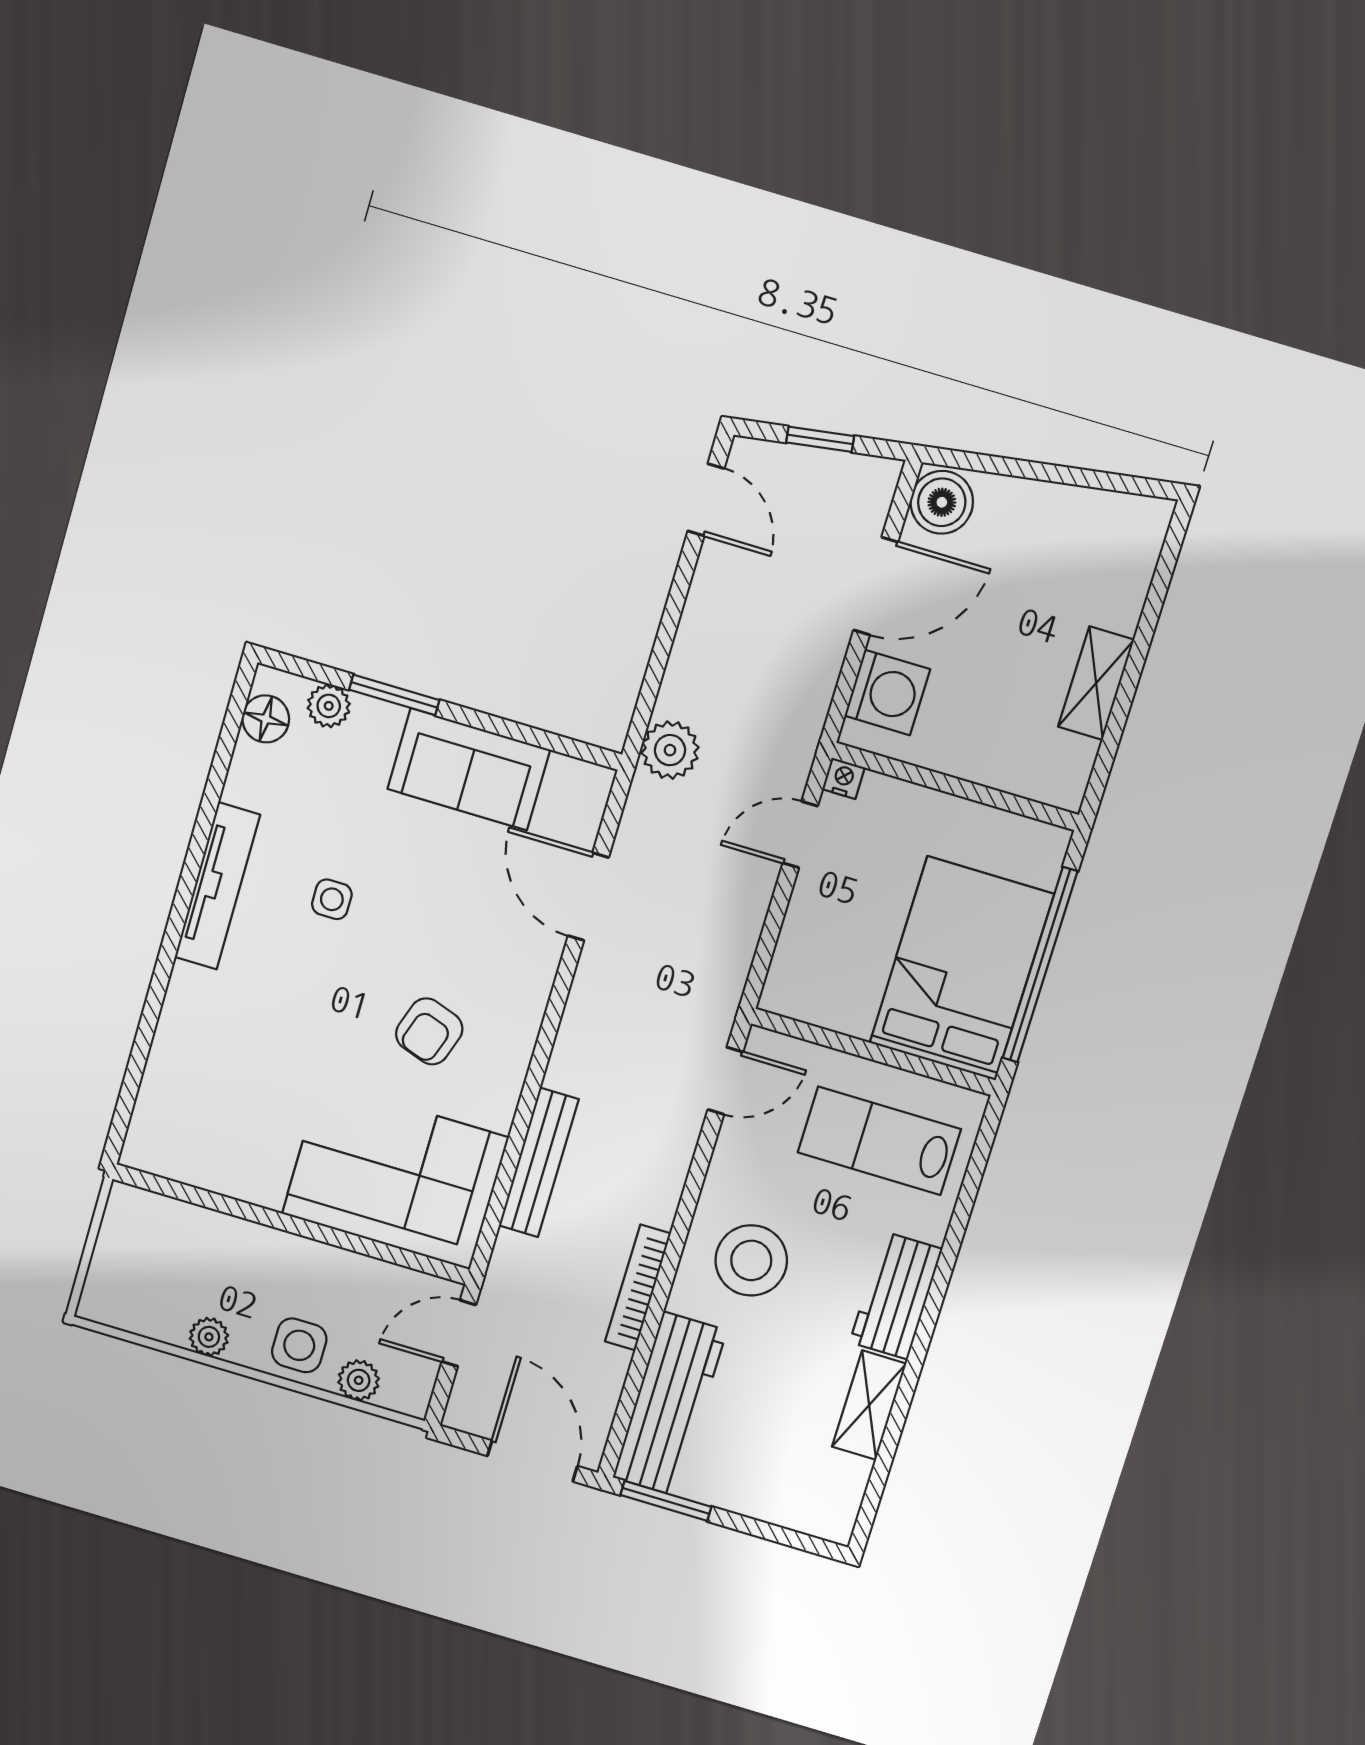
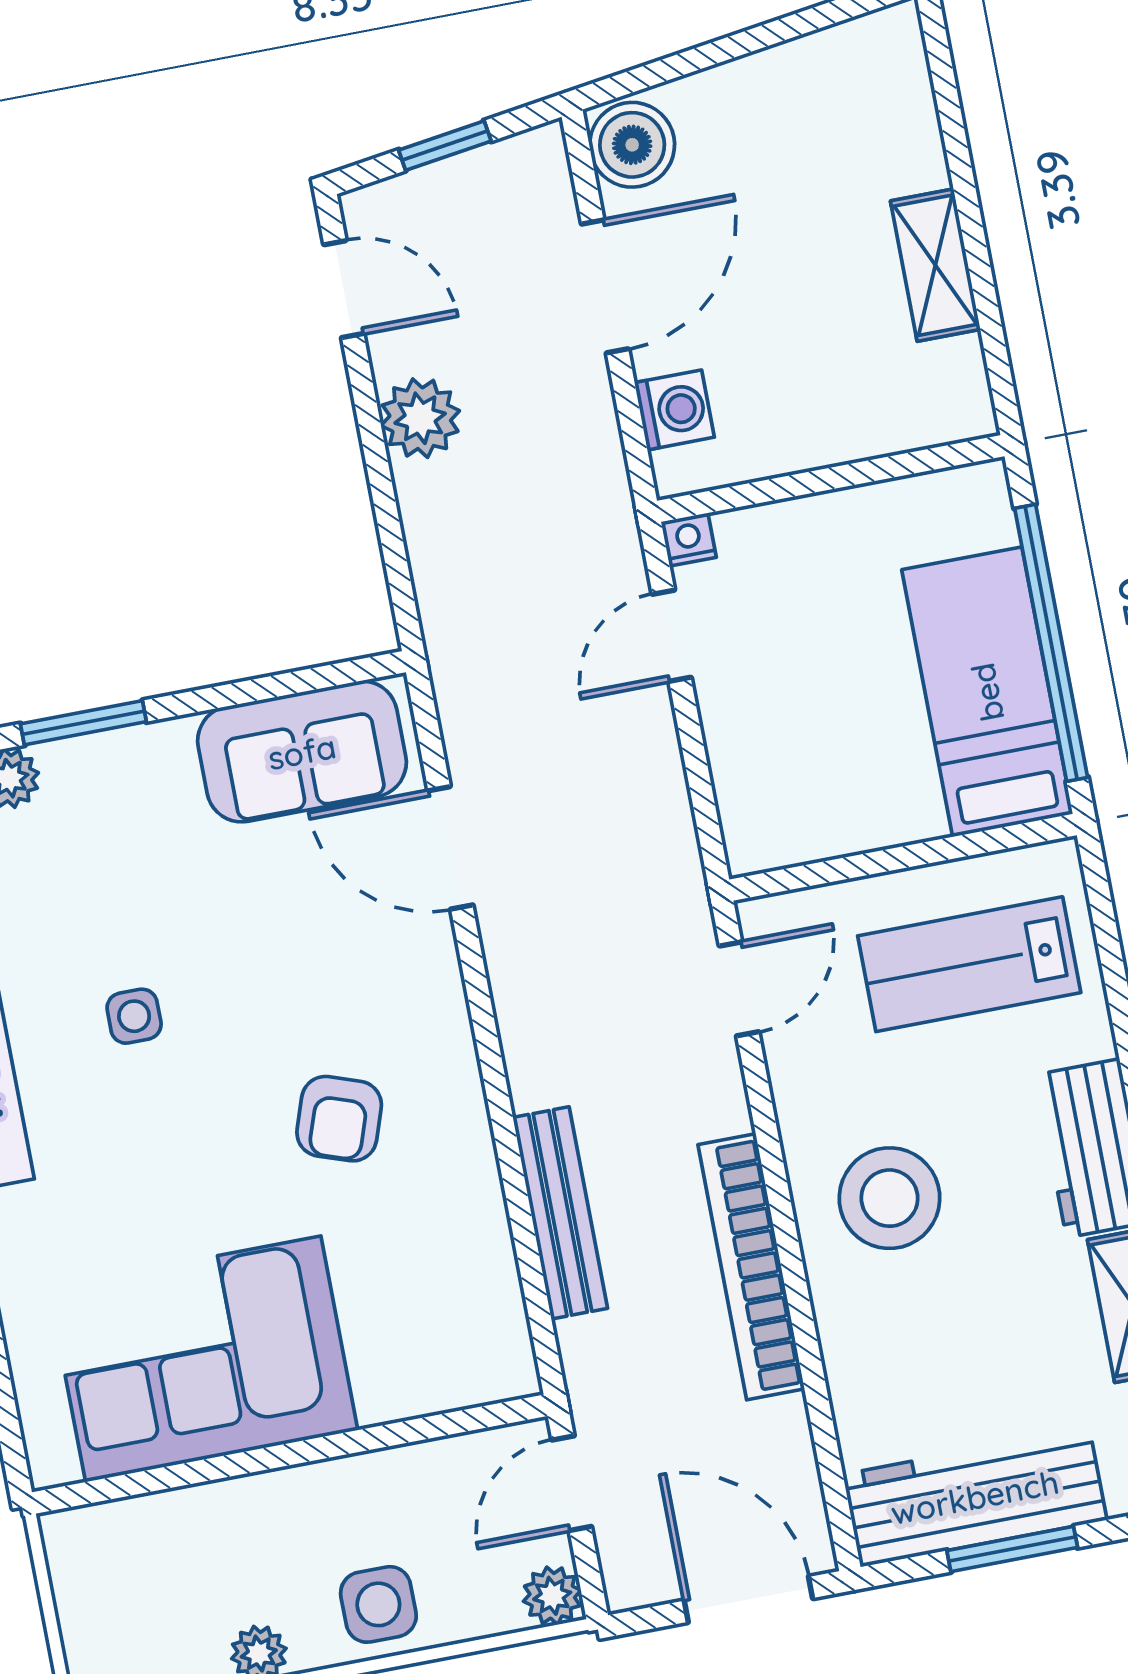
washing machine: (887, 693) -> (674, 410), width x0.73, depth x0.73
plant: (670, 750) -> (420, 418), moved
sofa: (469, 769) -> (302, 752), moved
bed: (962, 969) -> (987, 692), width x0.67
corner sofa: (395, 1176) -> (203, 1359), moved
bookcase: (638, 1288) -> (751, 1267), width x1.48, depth x1.31
plant: (359, 1380) -> (552, 1596), moved
workbench: (670, 1404) -> (975, 1497), moved, turned -90
window: (666, 1501) -> (1012, 1549), moved

